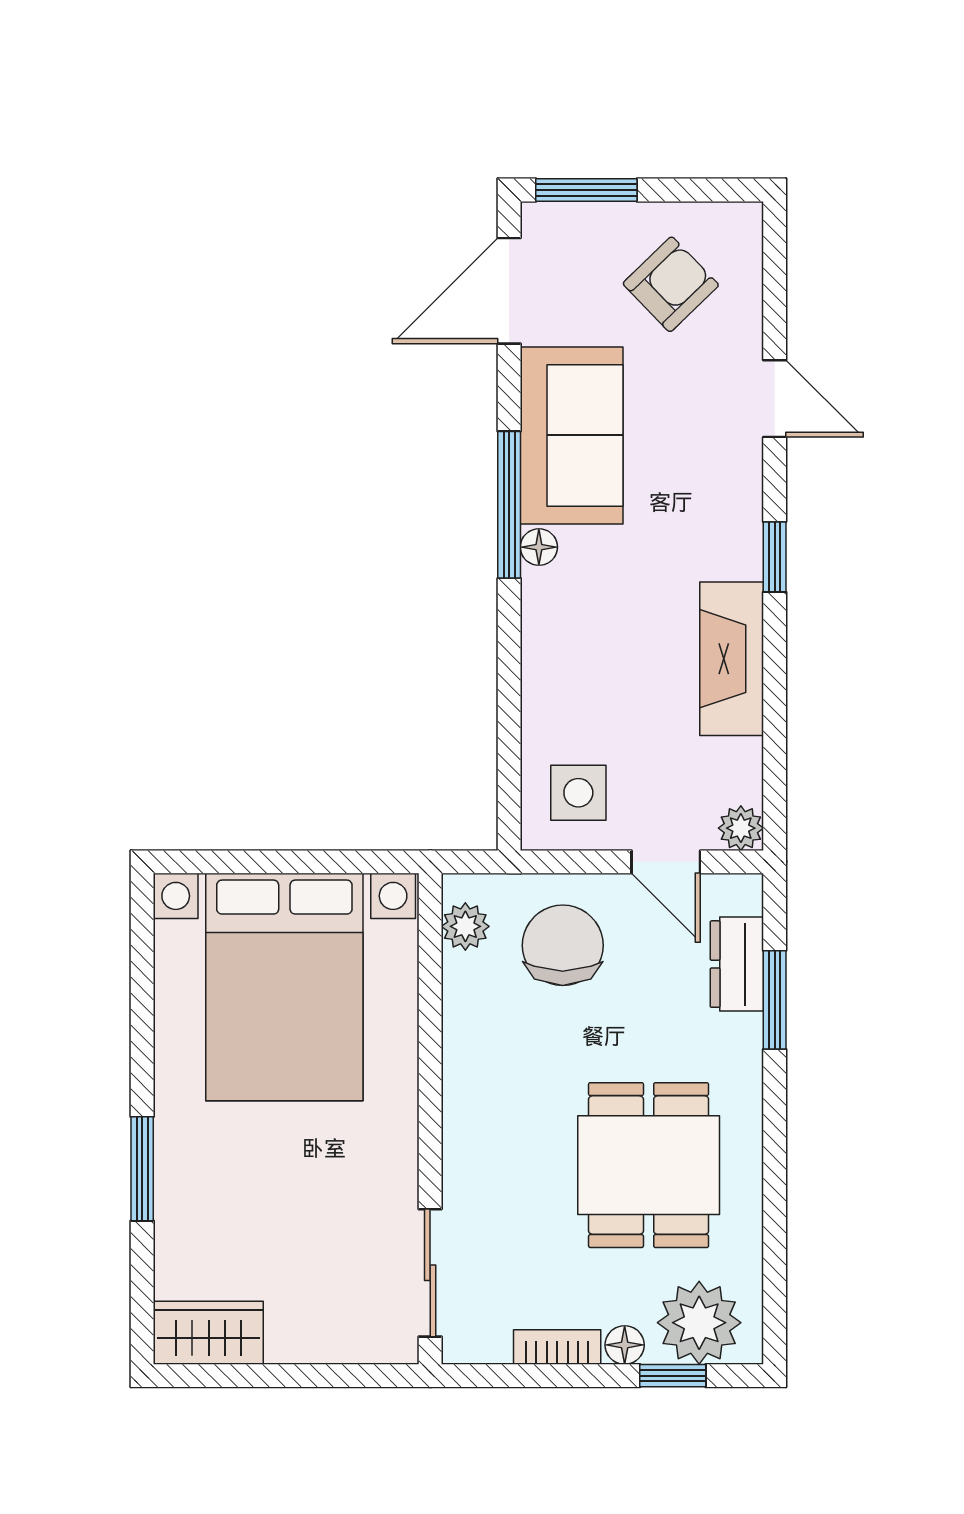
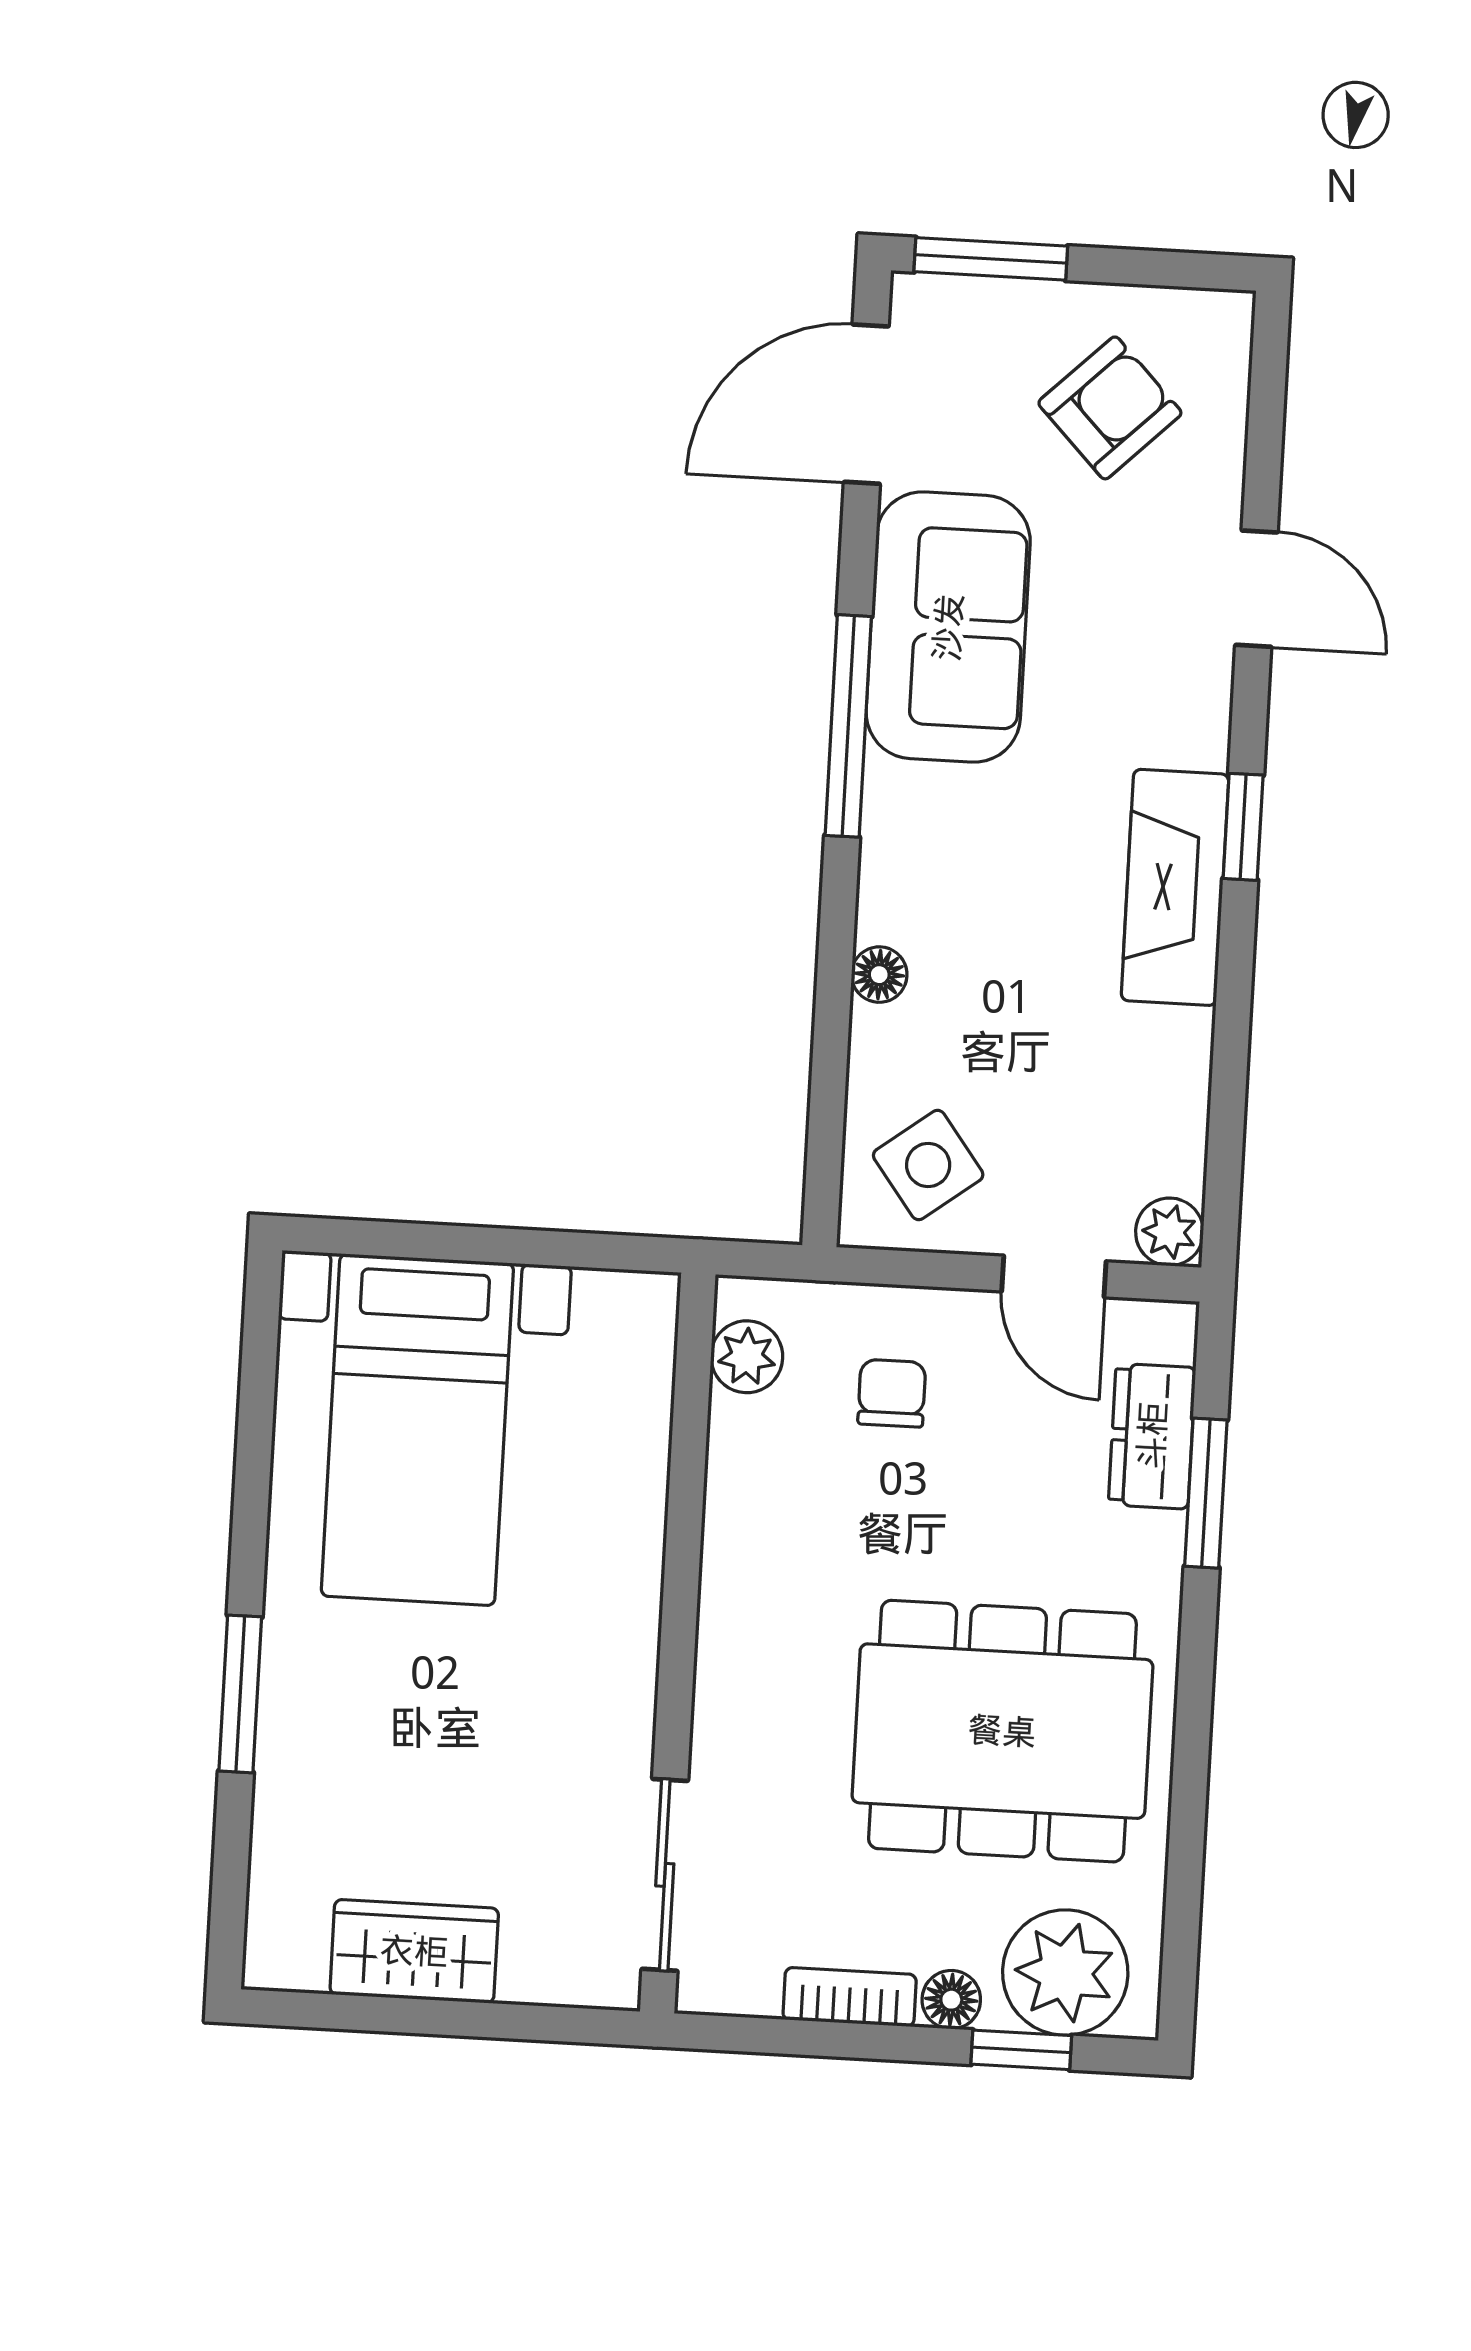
floor lamp: (539, 547) -> (879, 975), moved
fireplace: (732, 659) -> (1175, 887), moved
side table: (578, 793) -> (928, 1165), turned -37
chair: (563, 945) -> (892, 1393), width x0.54, depth x0.54
bed with nightstands: (284, 987) -> (417, 1430), width x0.73
dining table: (649, 1165) -> (1002, 1731), width x1.37
wardrobe: (209, 1333) -> (414, 1951), moved

